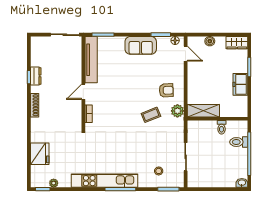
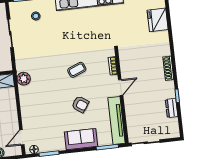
sofa: (141, 45) -> (81, 139), moved
door: (186, 54) -> (22, 137), hinge flipped
dresser: (36, 76) -> (172, 108), moved
armchair: (166, 90) -> (80, 104), moved, turned -142
coffee table: (151, 115) -> (77, 70), moved

